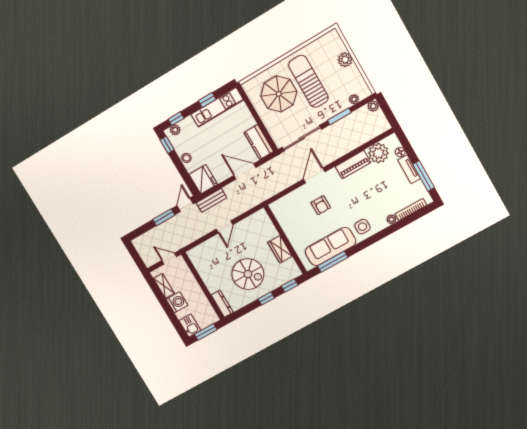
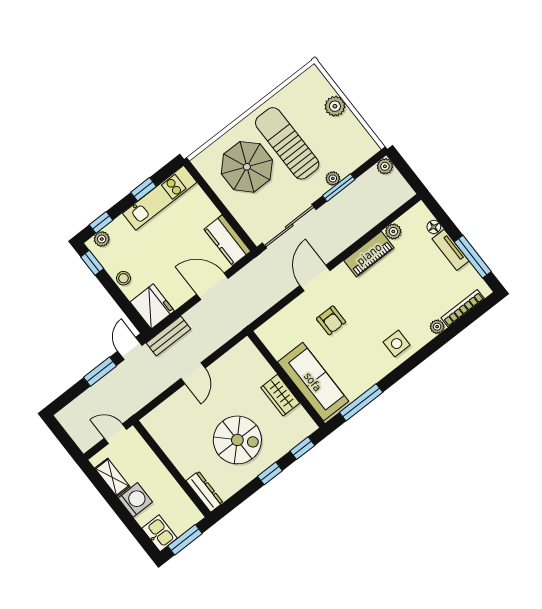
plant: (354, 99) -> (333, 178), moved
plant: (378, 153) -> (393, 231), width x0.53, depth x0.53
sofa: (330, 247) -> (313, 382), moved, turned 90

